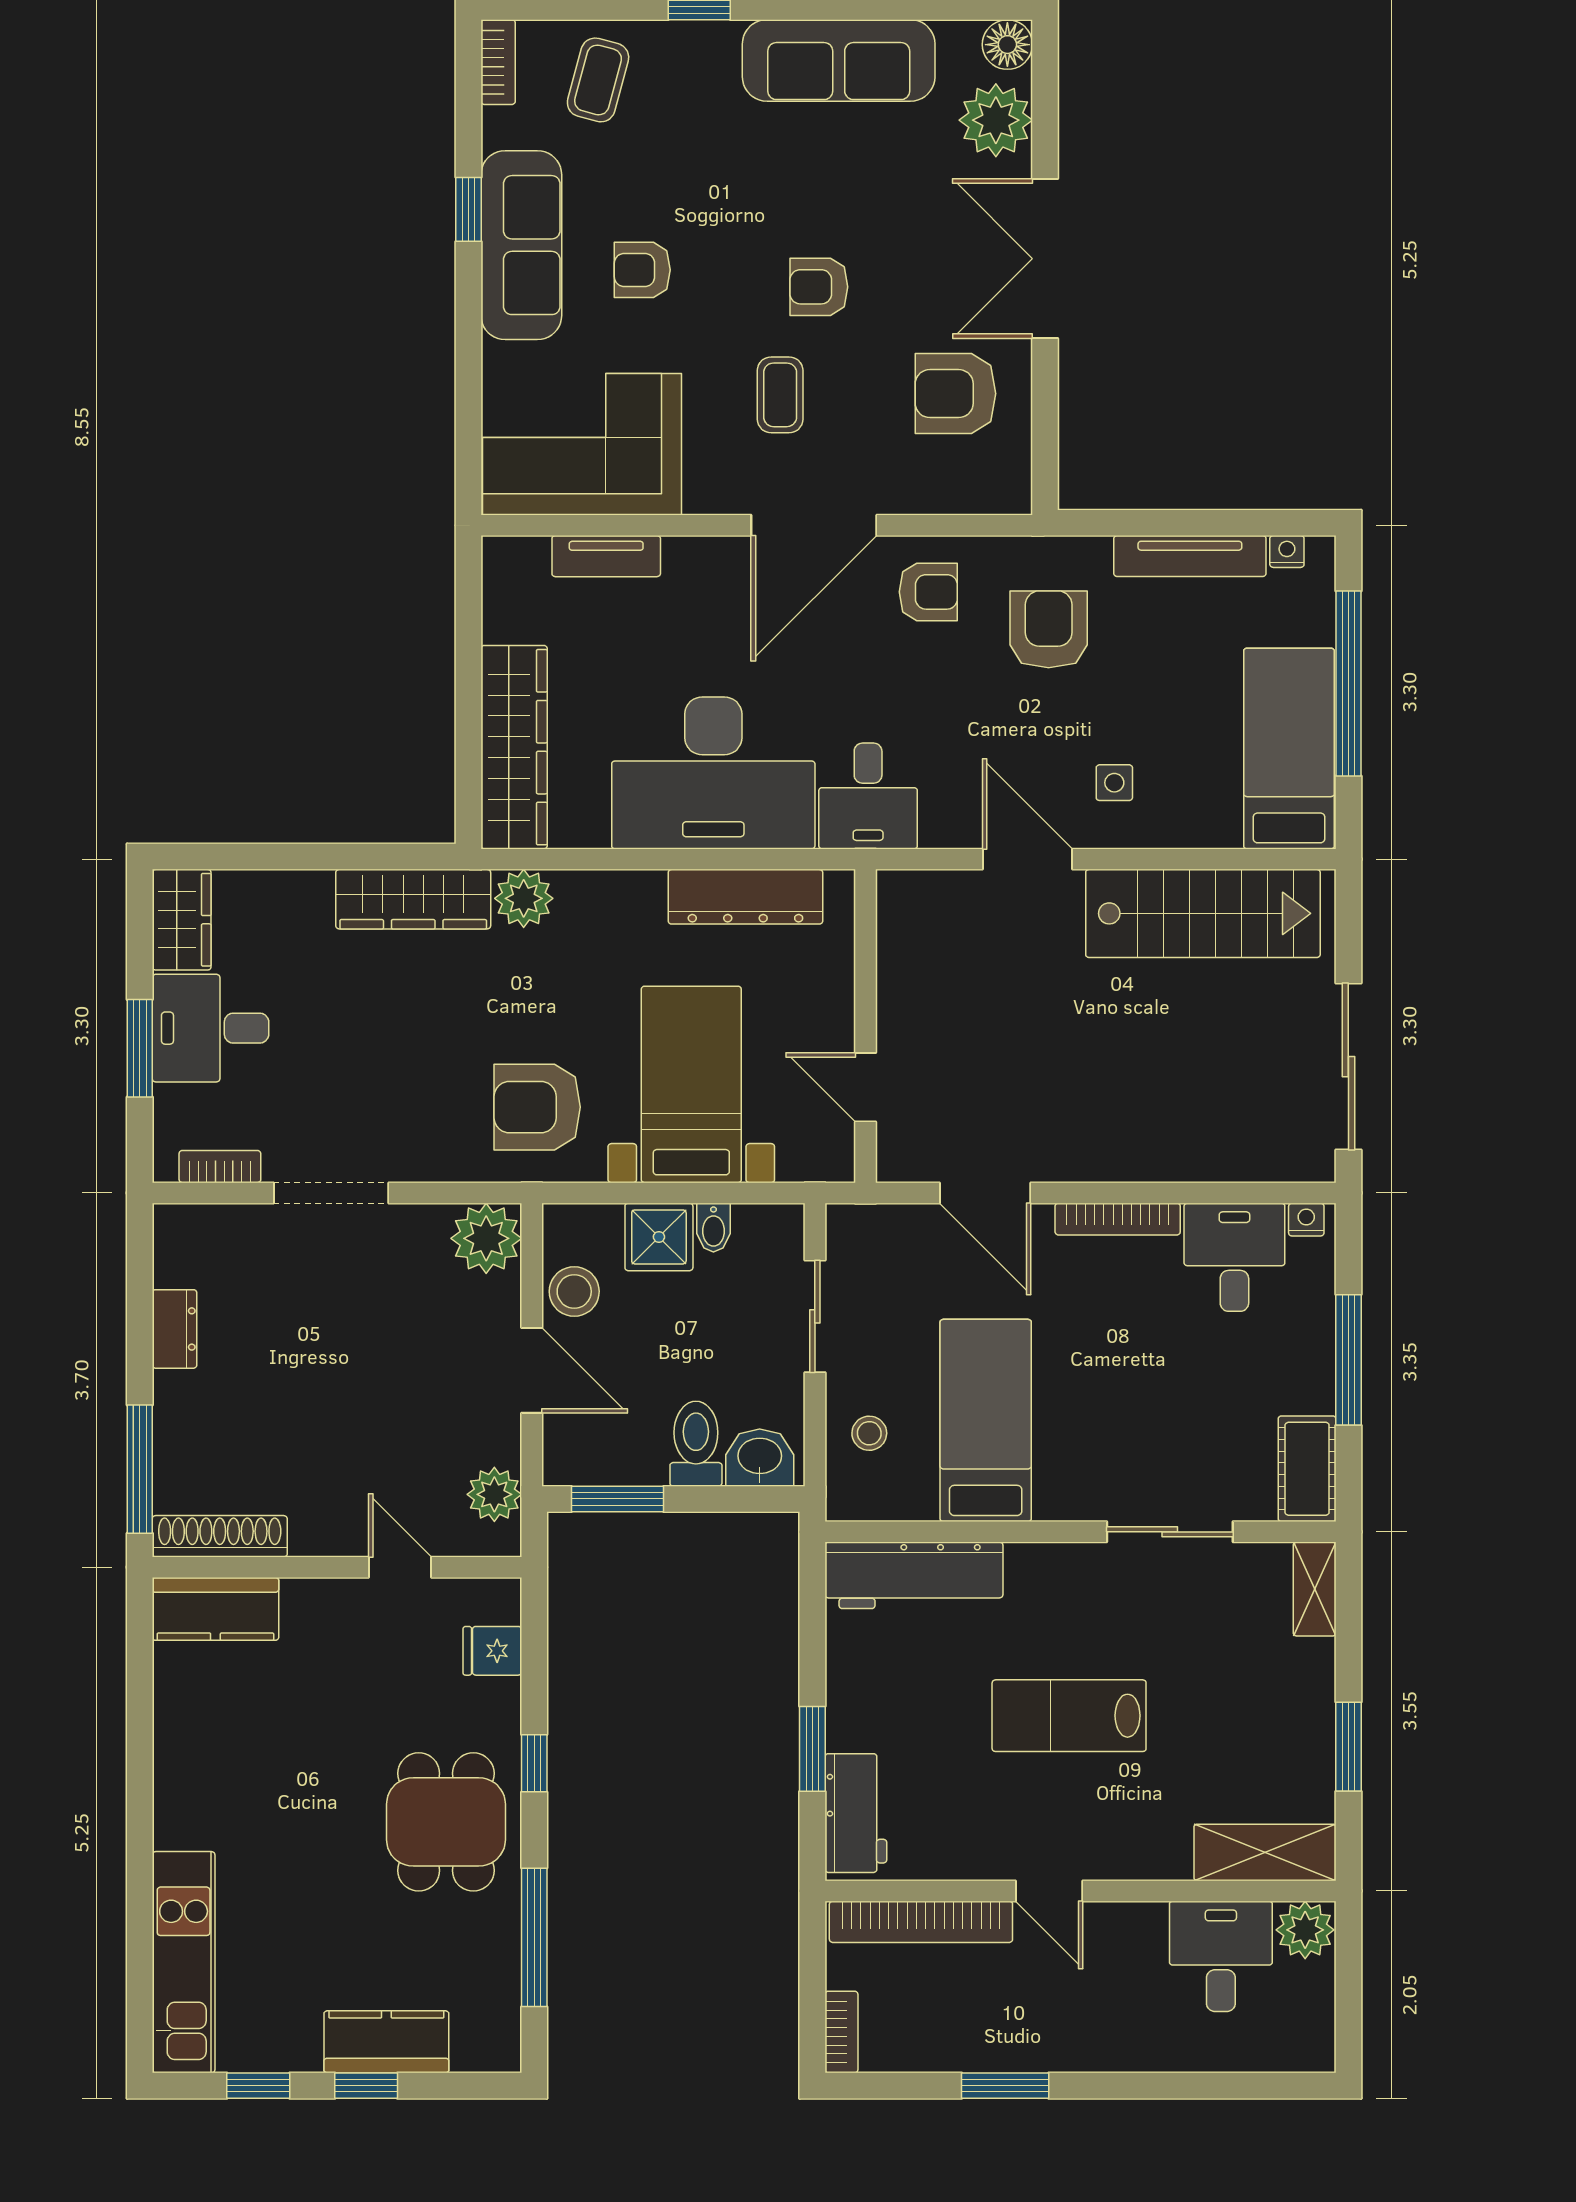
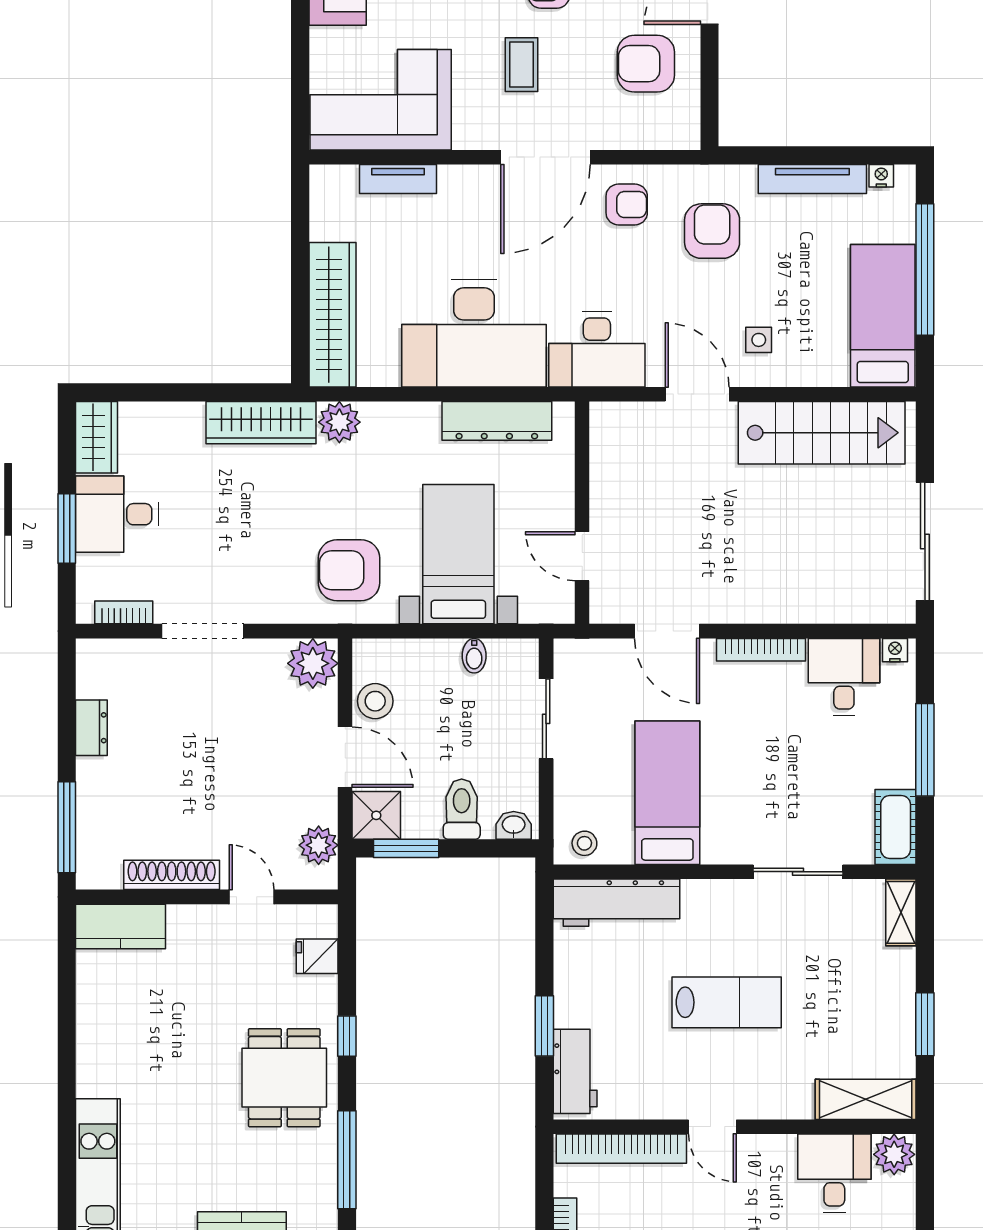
desk: (868, 796) -> (597, 349), width x1.37
shower: (659, 1237) -> (376, 815), moved
stool: (869, 1433) -> (584, 843), moved
washbasin: (760, 1458) -> (514, 825), width x0.72, depth x0.69
shoe rack: (220, 1536) -> (172, 875), moved
lab bench: (1069, 1716) -> (727, 1002), turned 180

